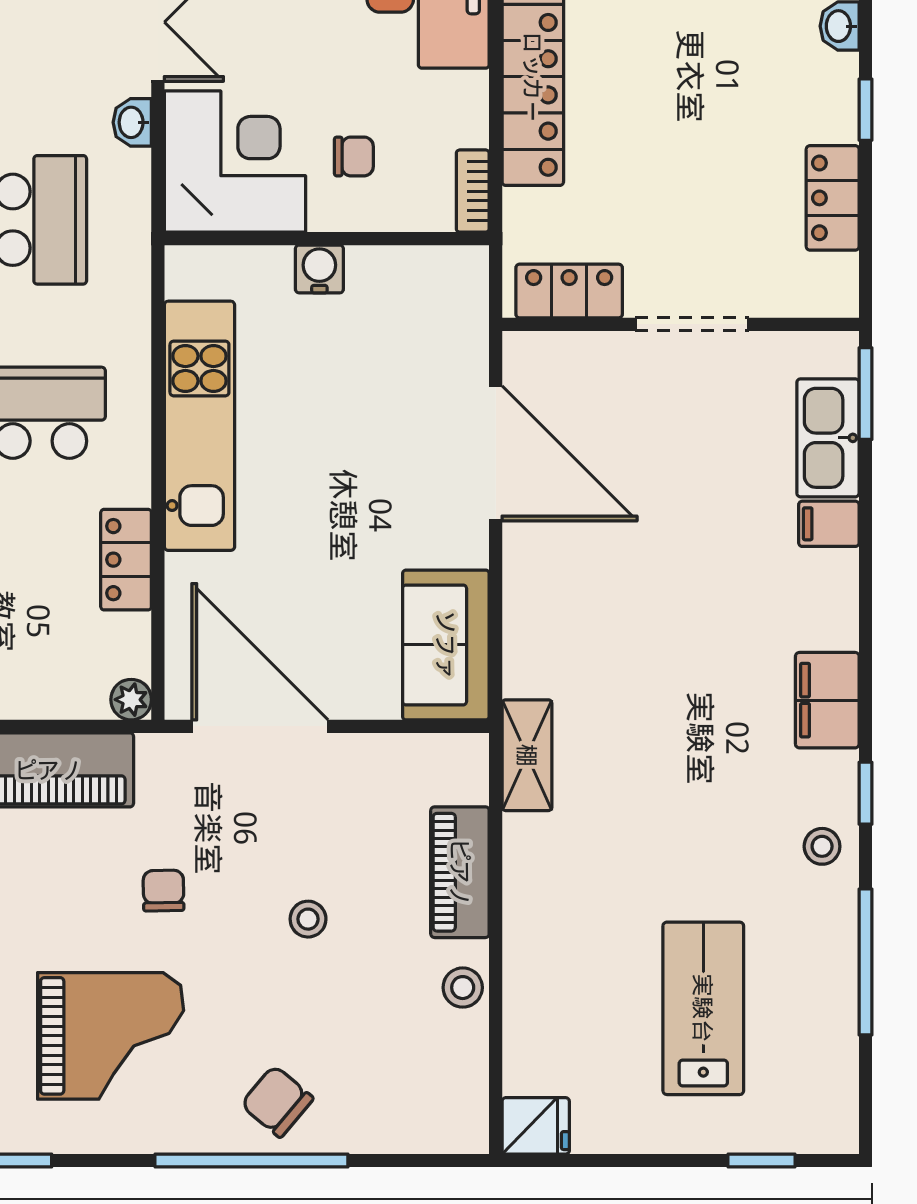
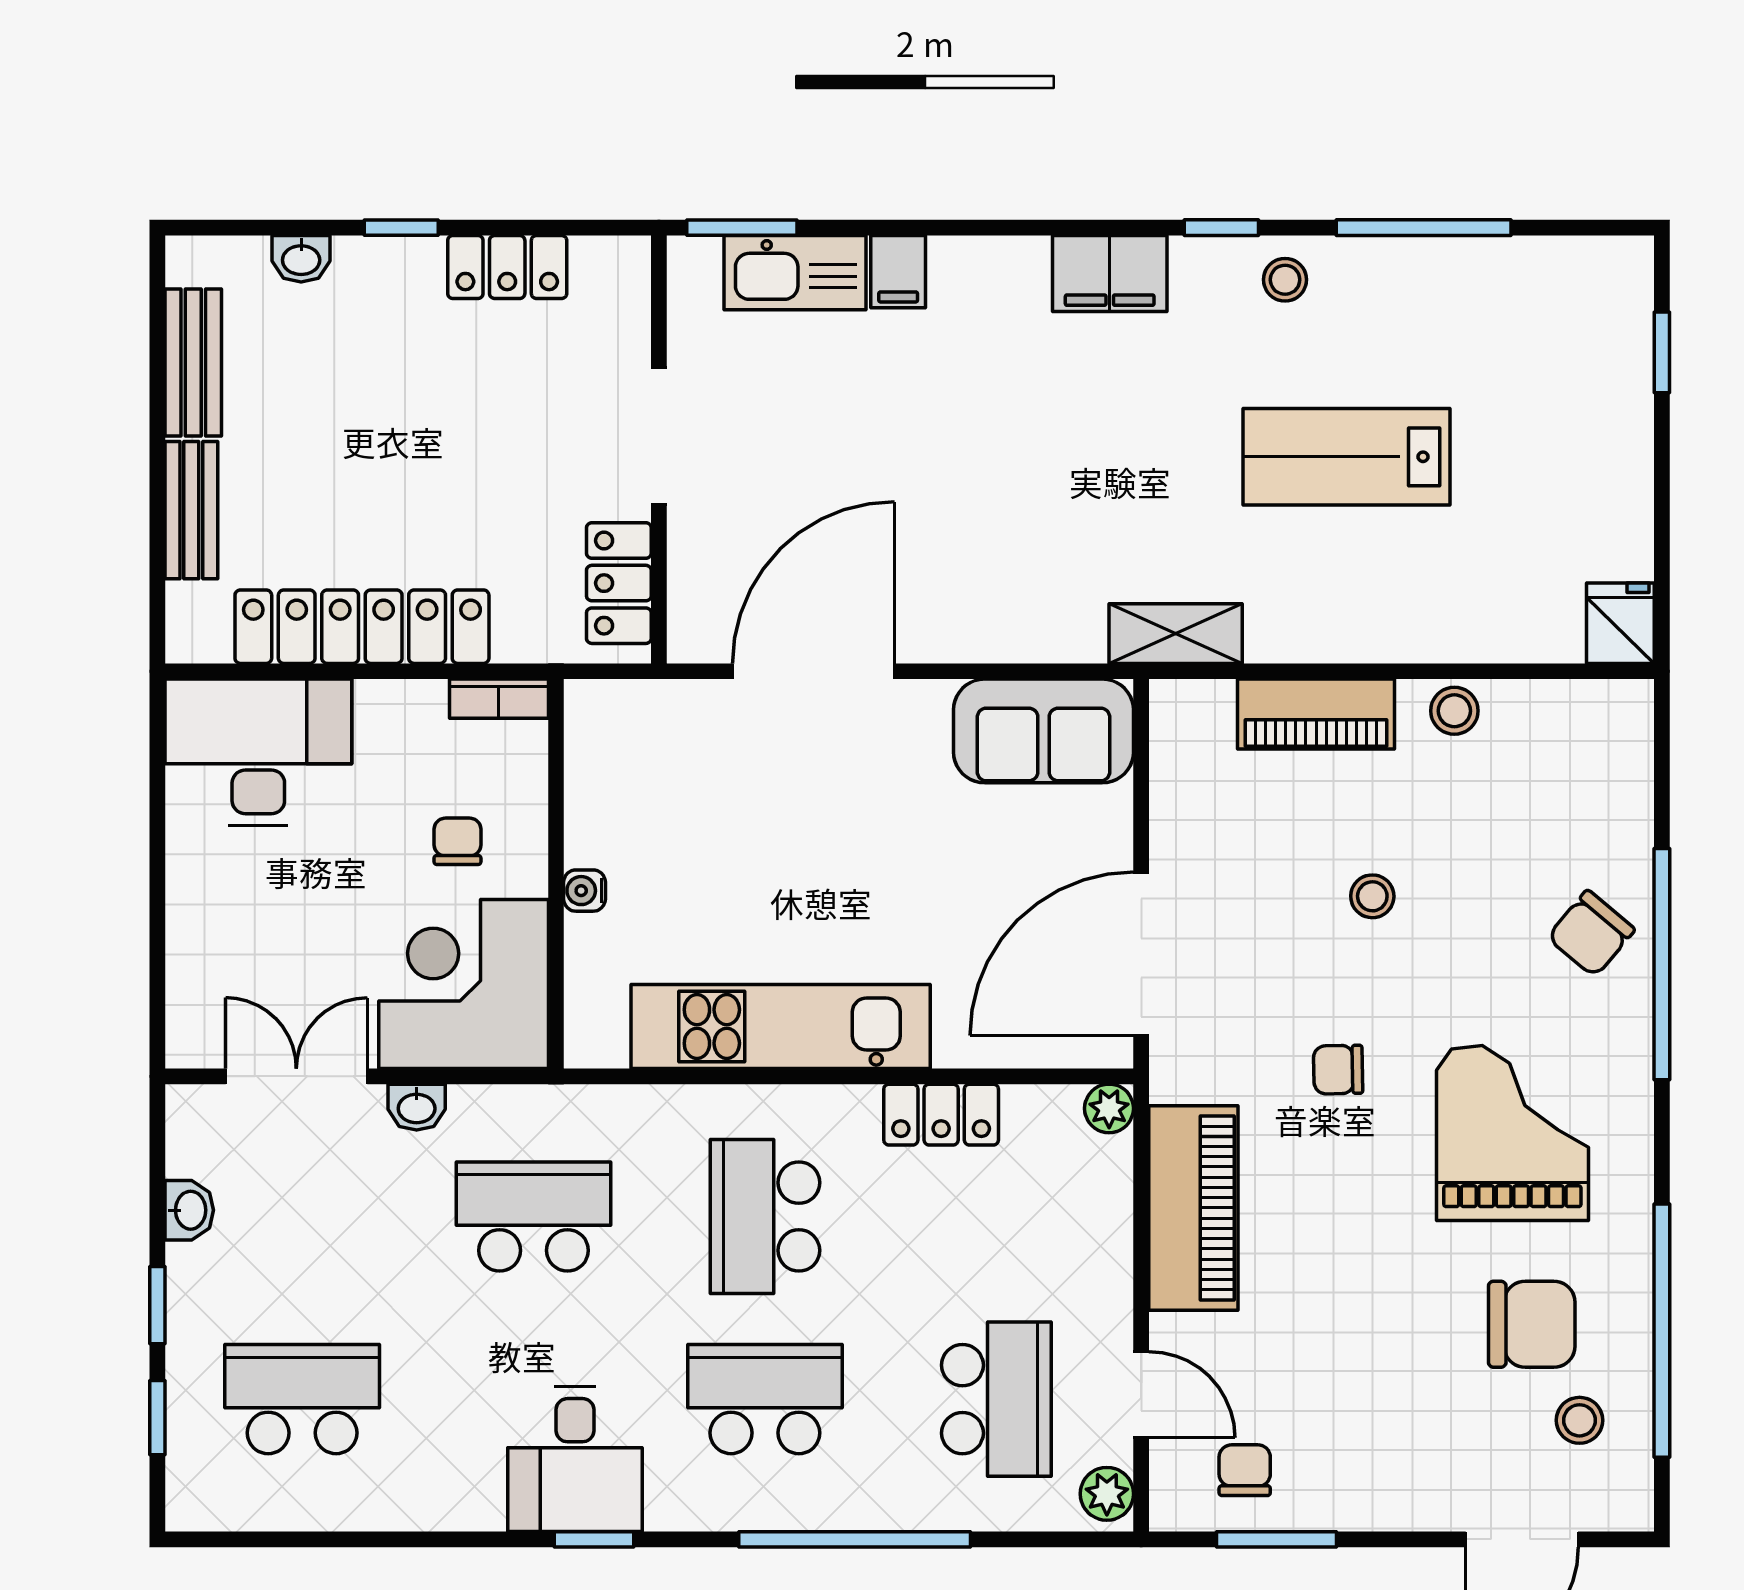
water cooler: (319, 269) -> (585, 891), width x0.72, depth x0.72
lab bench: (703, 1008) -> (1347, 457), moved

